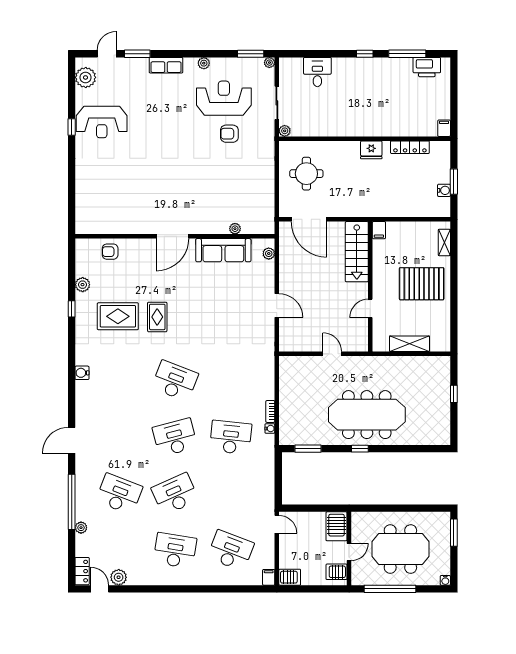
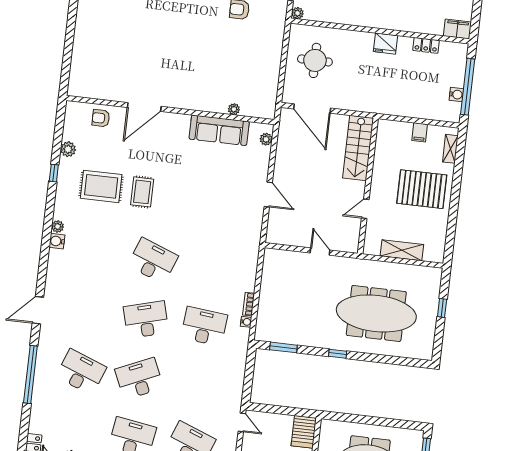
filing cabinet: (444, 128) -> (457, 29), width x2.00
locker: (410, 147) -> (426, 45), width x0.66
window: (454, 182) -> (468, 87), width x2.11
filing cabinet: (379, 230) -> (420, 132), moved
door: (172, 236) -> (144, 107), moved
meeting table: (367, 415) -> (376, 313), moved
plant: (81, 528) -> (58, 227), moved

